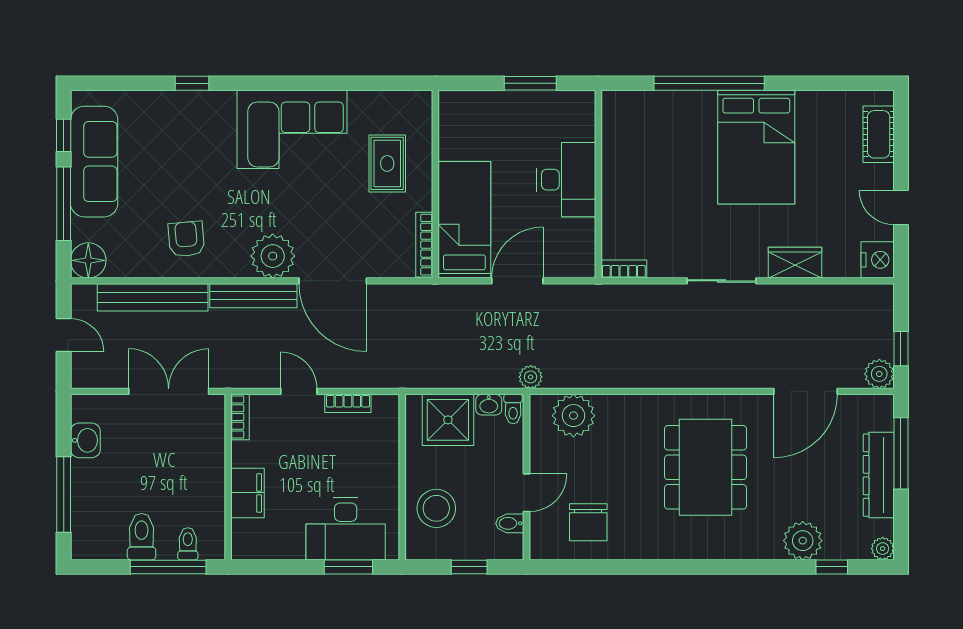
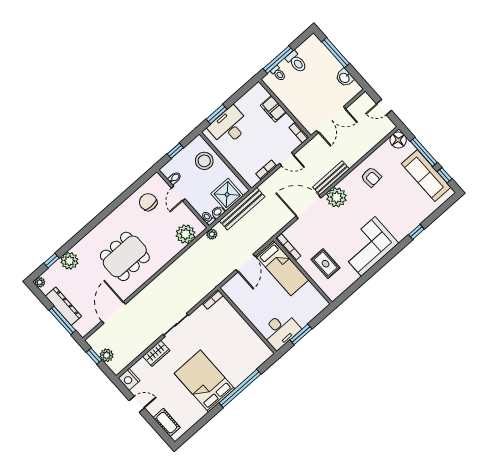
desk: (566, 180) -> (280, 330), moved, turned -90
bench: (153, 297) -> (242, 209), moved
plant: (879, 374) -> (107, 355), moved
dining table: (705, 467) -> (125, 256), turned 90

